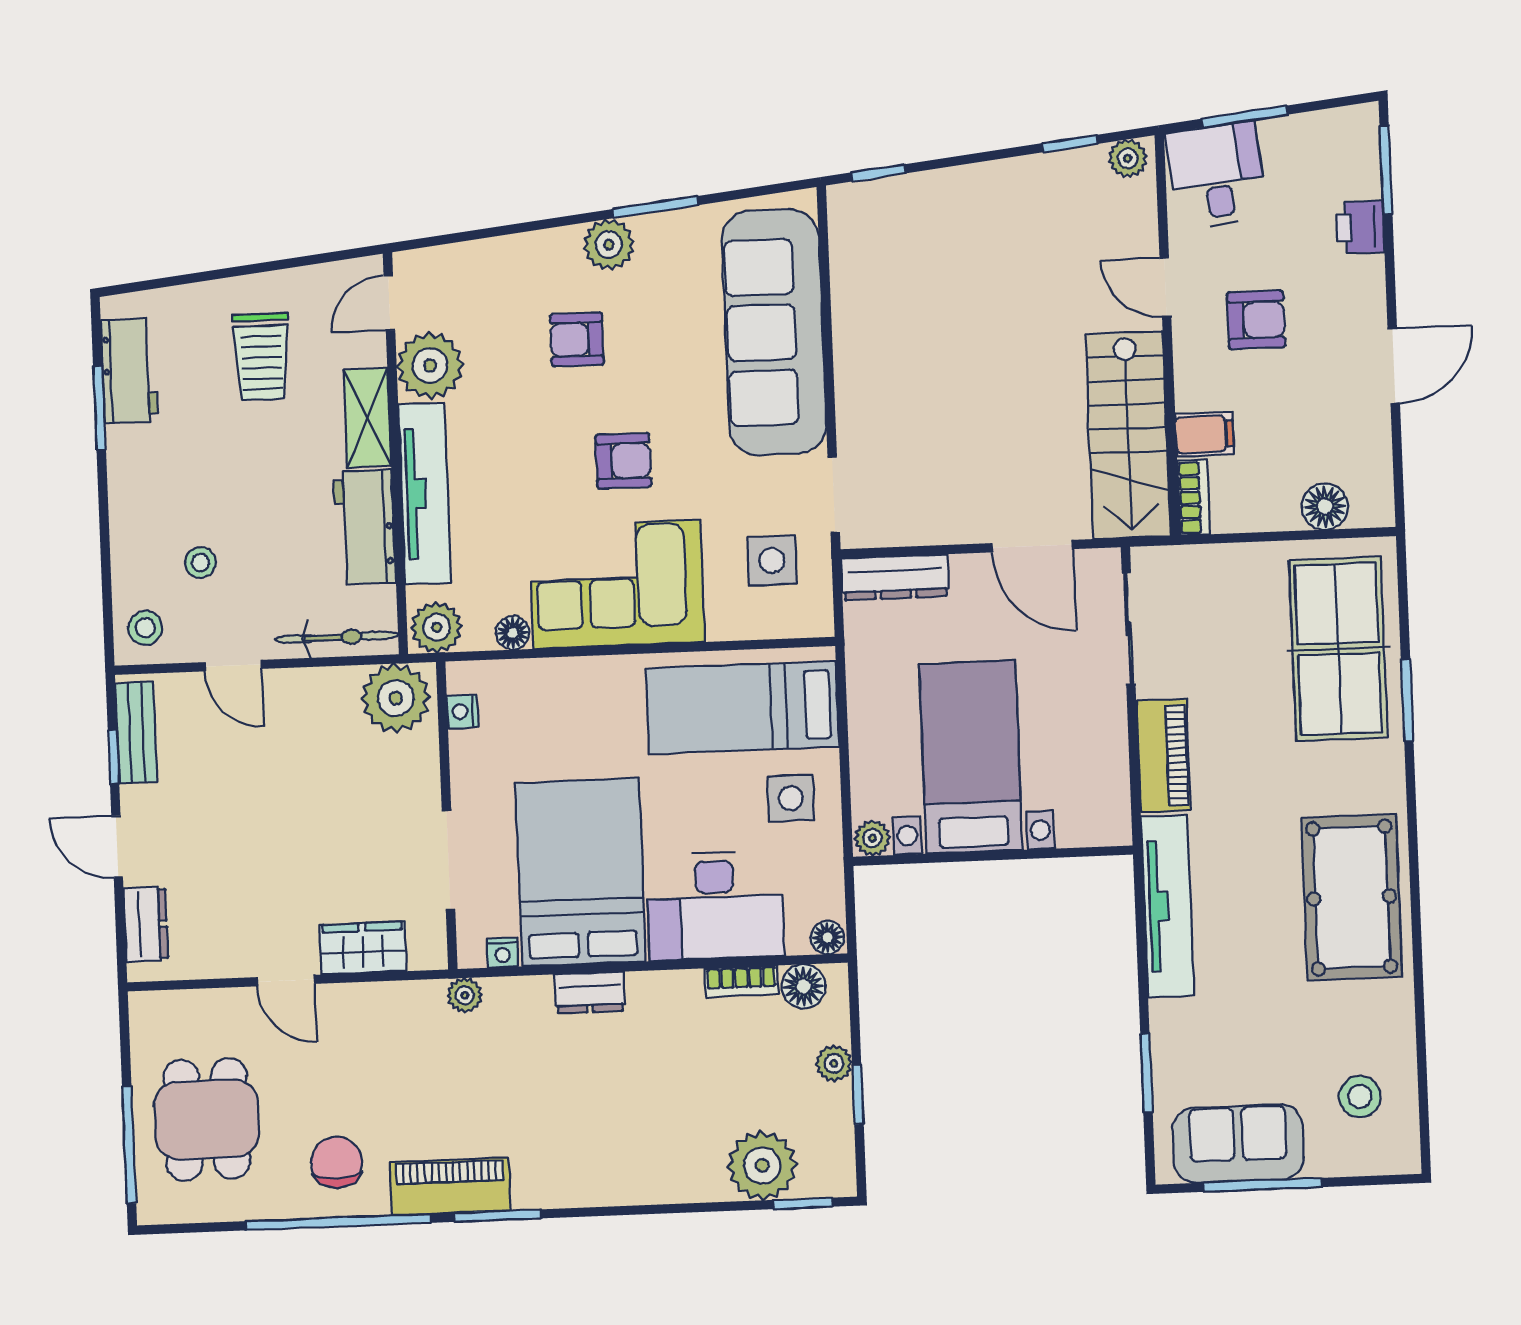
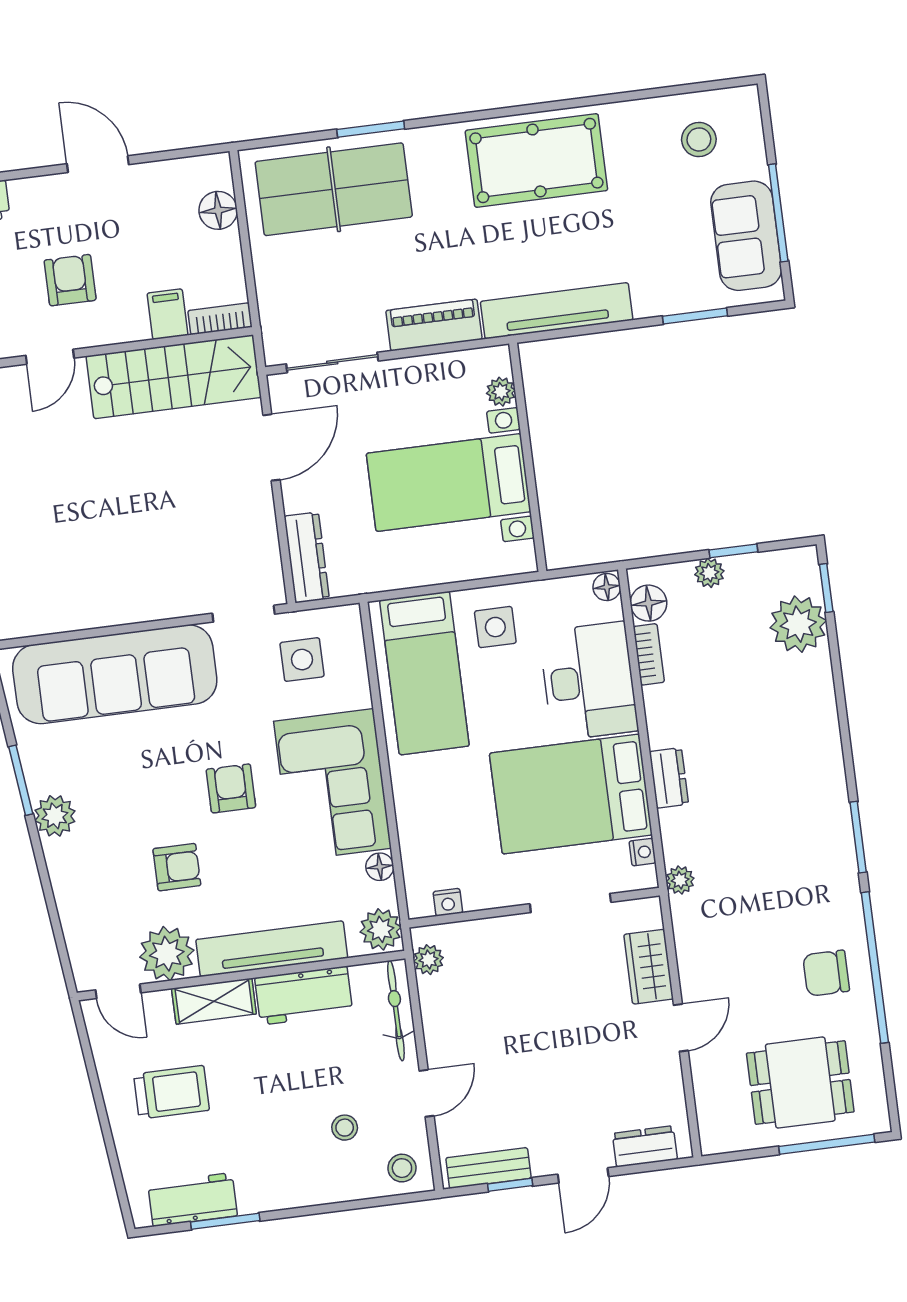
armchair: (577, 340) -> (177, 867), moved, turned -90
plant: (396, 698) -> (428, 960), width x0.53, depth x0.53
plant: (872, 838) -> (501, 392), moved
piano: (450, 1186) -> (838, 878), removed

